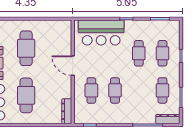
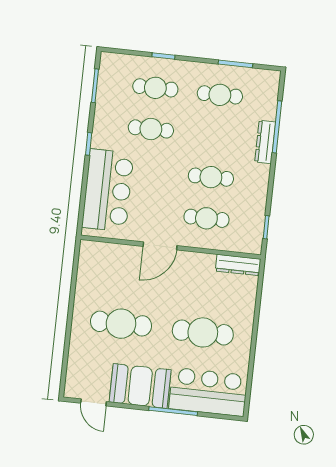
dresser: (168, 119) -> (265, 142), moved

